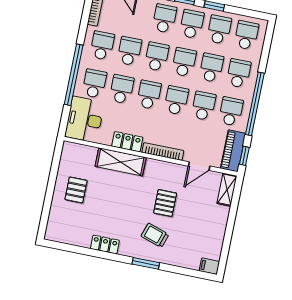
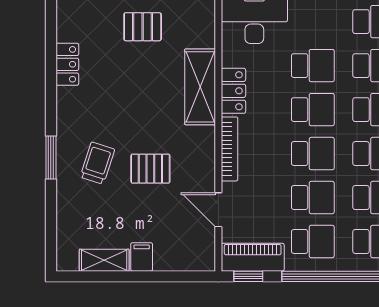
school desk: (94, 84) -> (313, 22), removed
shelving: (227, 190) -> (104, 260), moved
locker: (105, 245) -> (67, 64), moved
filing cabinet: (209, 266) -> (142, 257), moved

